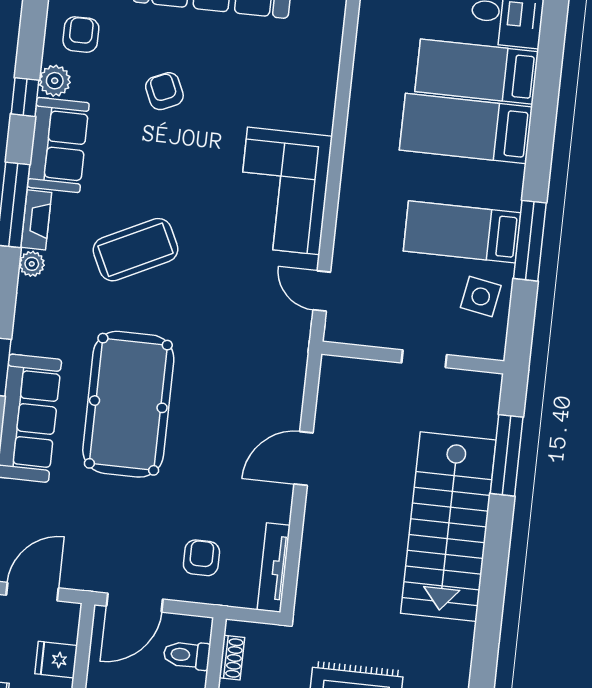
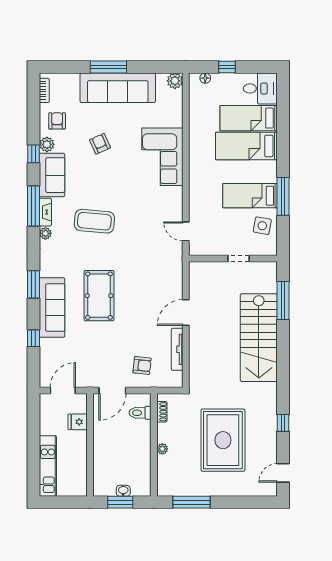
corner sofa: (284, 191) -> (162, 157), moved
coffee table: (135, 250) -> (94, 221), turned 31
pool table: (128, 404) -> (99, 296), width x0.73, depth x0.76
armchair: (201, 558) -> (142, 365), turned 96
tv unit: (274, 568) -> (177, 349), moved

